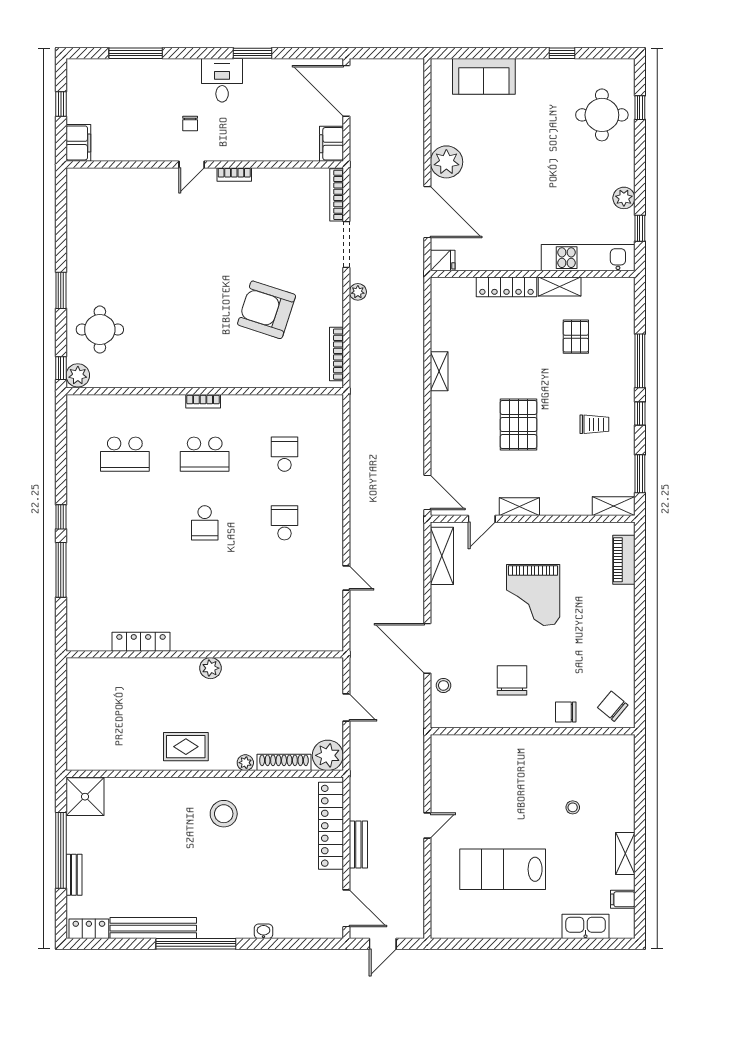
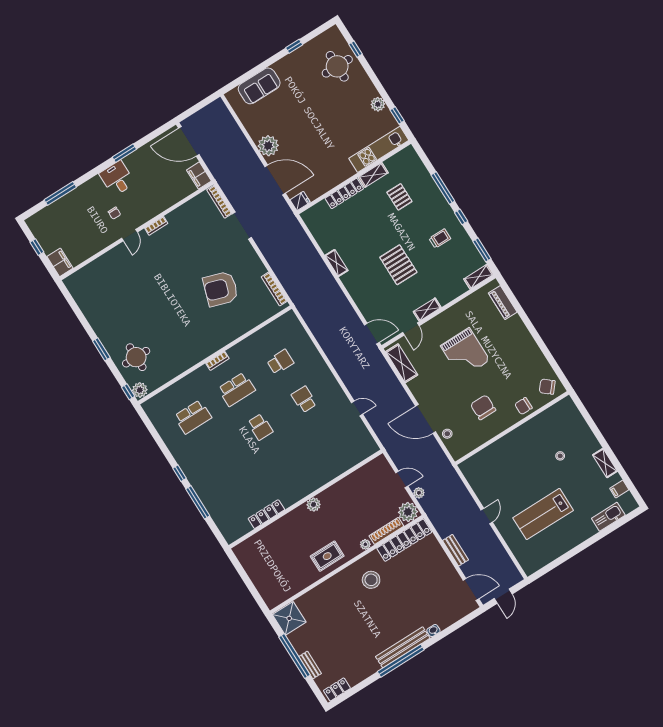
plant: (358, 292) -> (419, 493), moved
school desk: (284, 454) -> (280, 362), turned 90
locker: (331, 826) -> (404, 540), moved, turned -90
bench: (153, 928) -> (403, 647), moved

